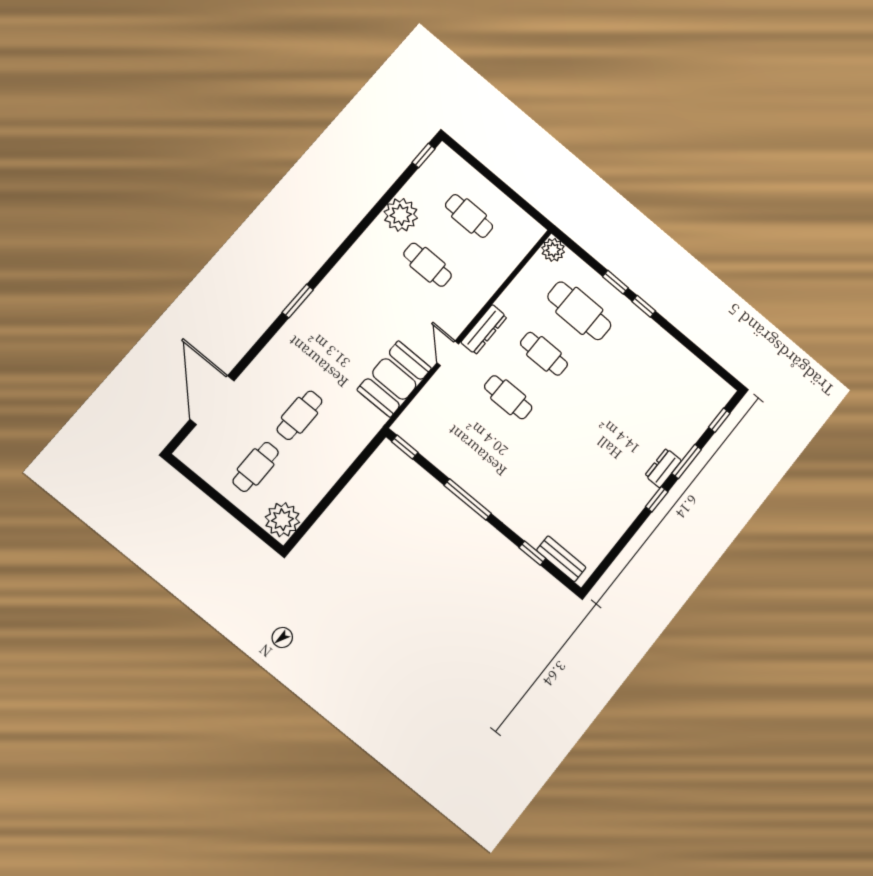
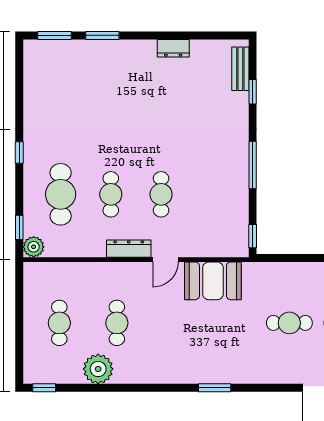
window: (615, 282) -> (19, 227), moved
window: (719, 420) -> (54, 35), width x1.50
dresser: (663, 468) -> (173, 48), moved
window: (657, 499) -> (146, 35), removed

